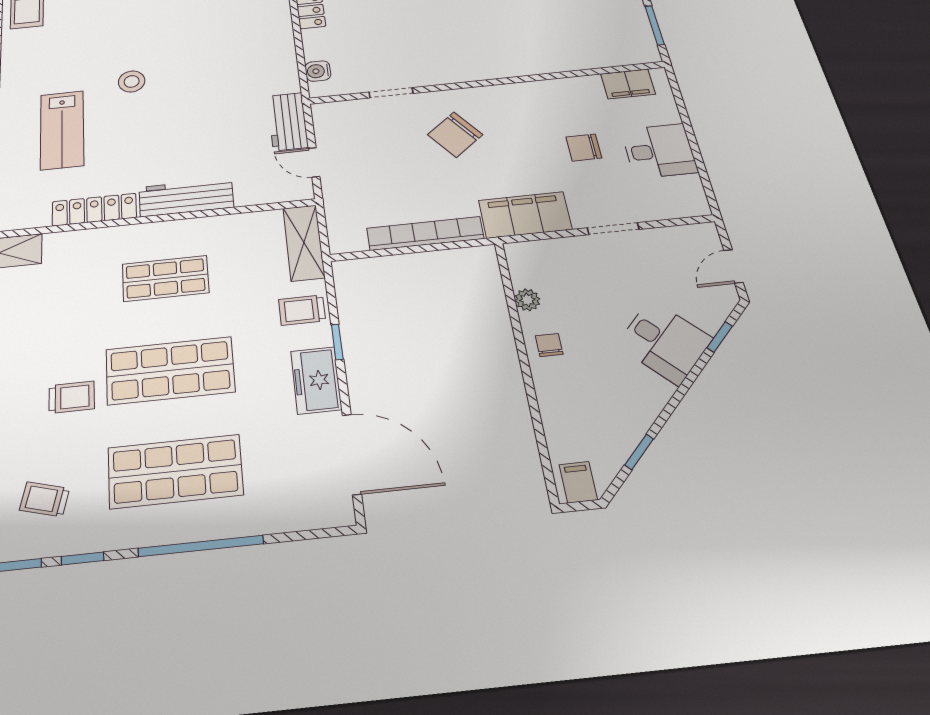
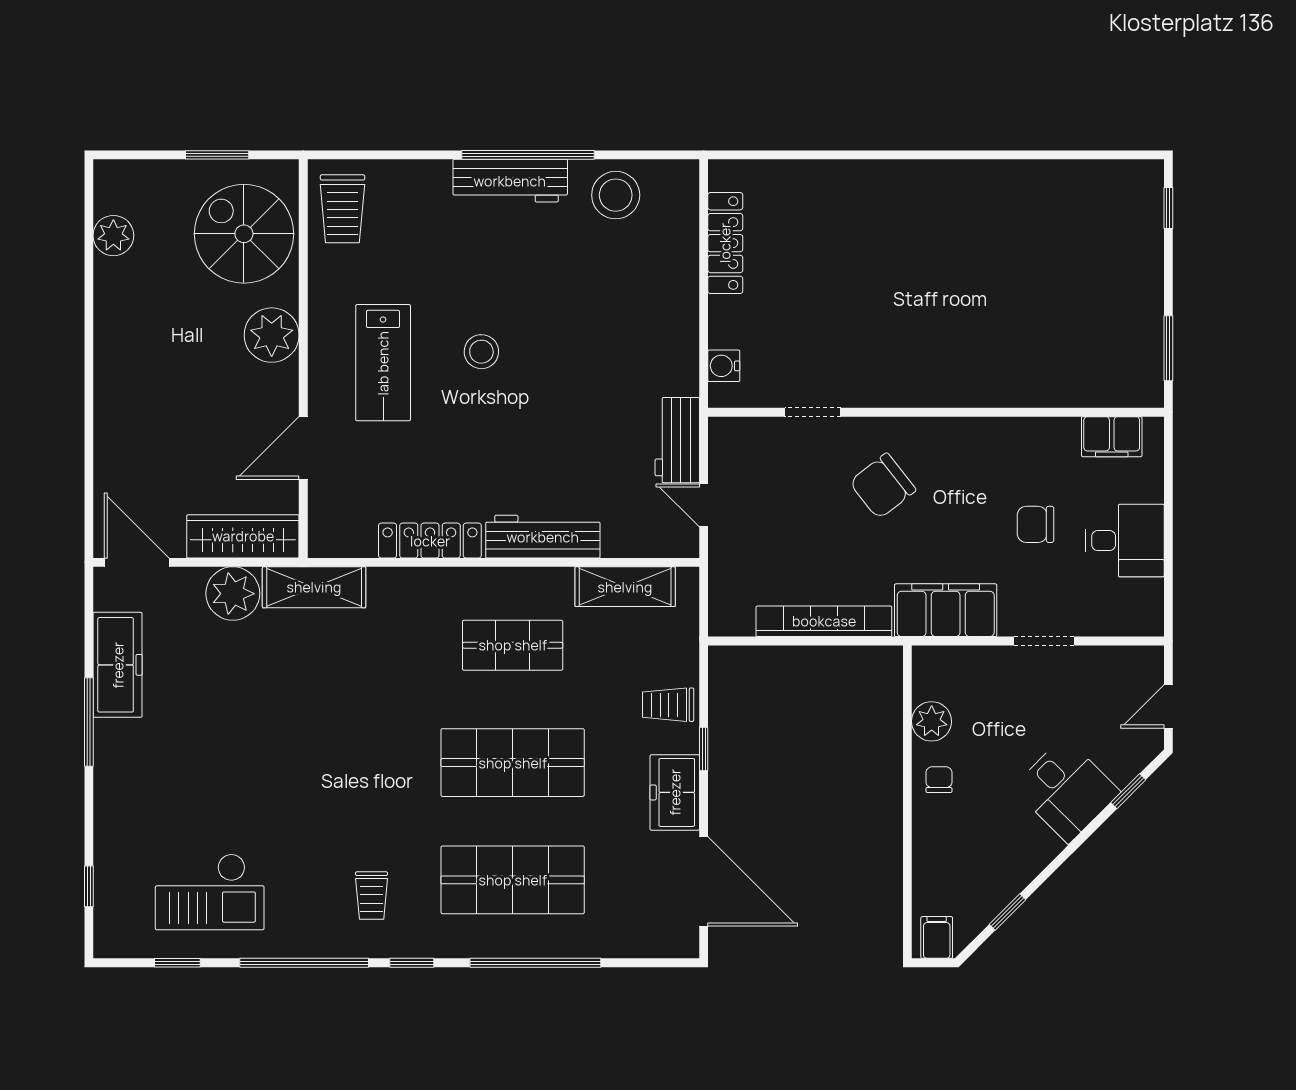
lab bench: (62, 130) -> (383, 363), moved
shelving: (304, 243) -> (625, 587), moved, turned 90
plant: (527, 300) -> (932, 721), width x1.38, depth x1.38
trolley: (72, 397) -> (401, 782), removed
trolley: (45, 499) -> (372, 896), turned -105

